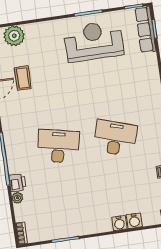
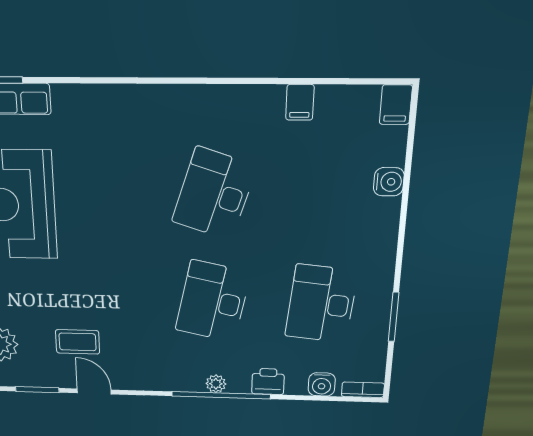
plant: (17, 198) -> (216, 384), moved
desk: (66, 202) -> (321, 304), added
water cooler: (119, 223) -> (322, 384), moved, turned 90

